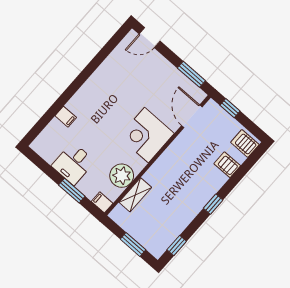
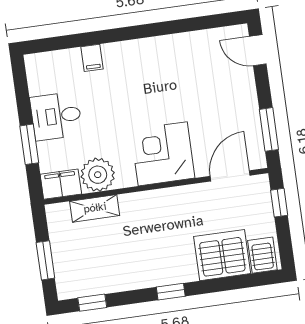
server rack: (227, 165) -> (222, 255), width x2.18, depth x1.44
filing cabinet: (102, 202) -> (61, 184), width x2.00

